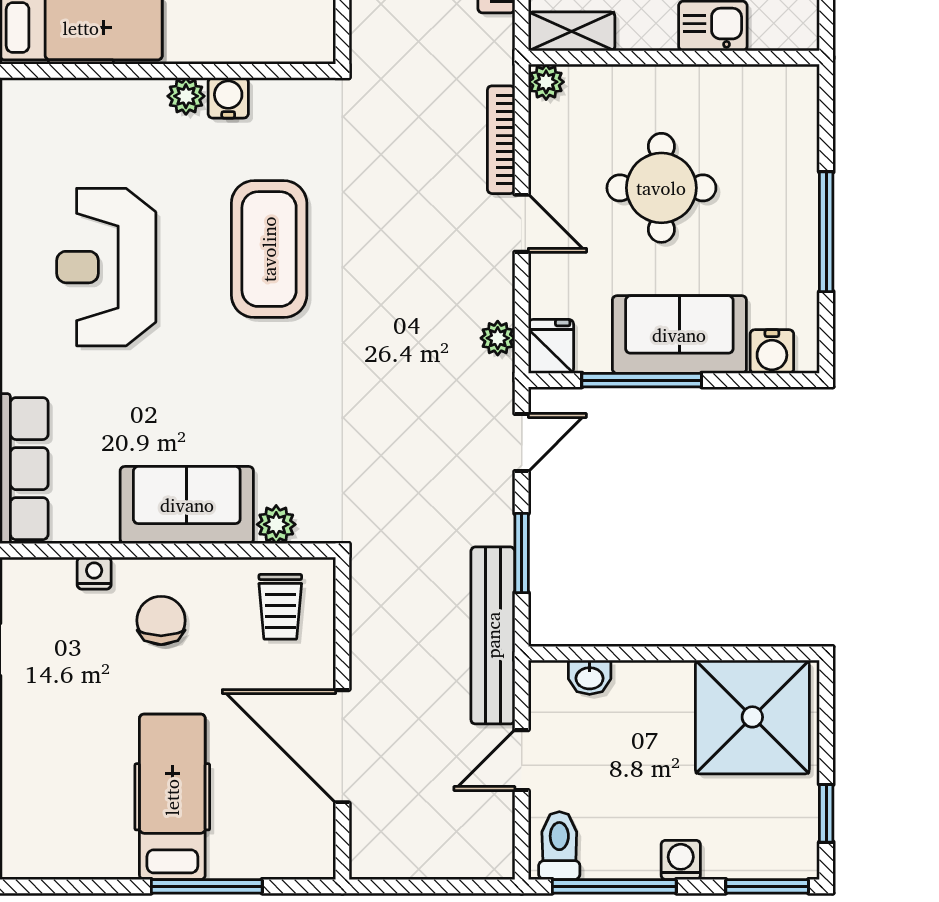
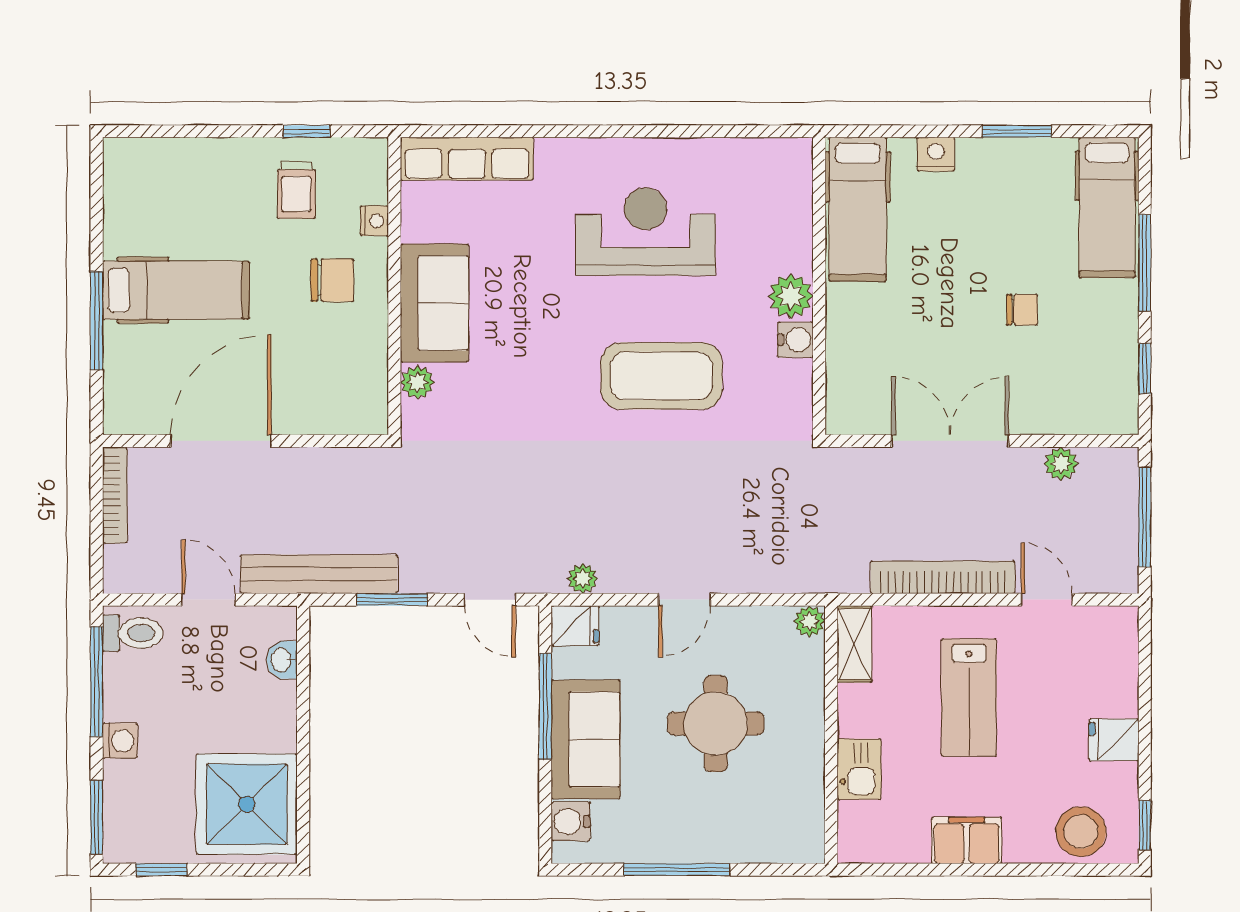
plant: (186, 96) -> (791, 296), width x1.38, depth x1.38
bookcase: (501, 140) -> (115, 495), moved, turned 90
trolley: (280, 607) -> (296, 190), moved, turned -90

